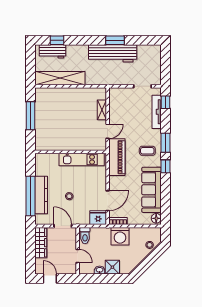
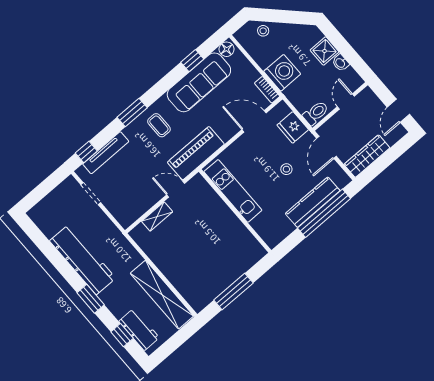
window: (115, 40) -> (91, 299), moved
window: (165, 166) -> (192, 61), moved
fridge: (98, 218) -> (293, 127), moved

